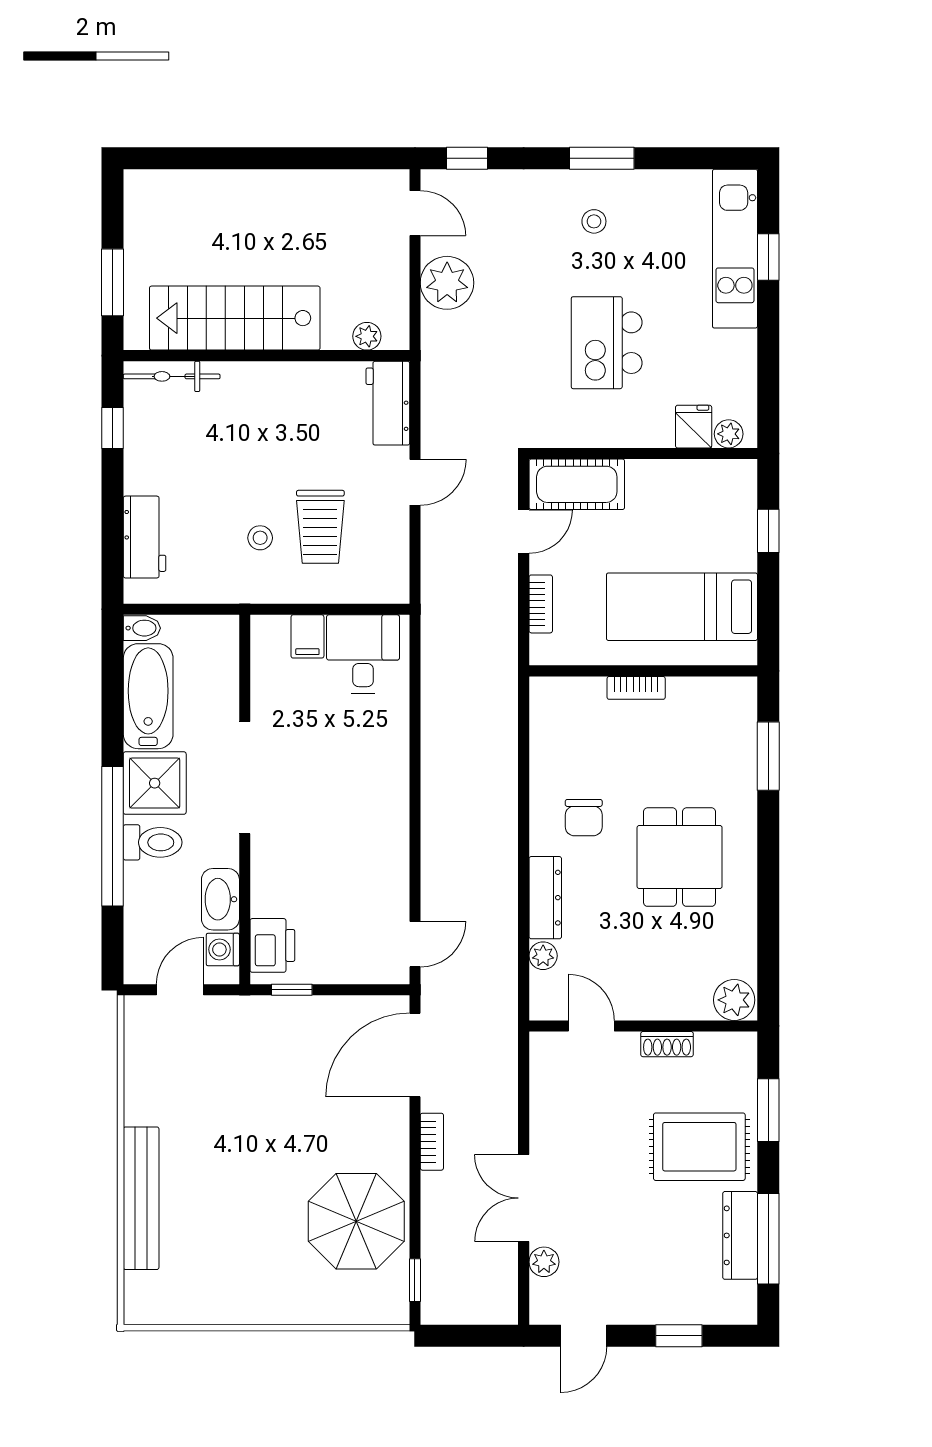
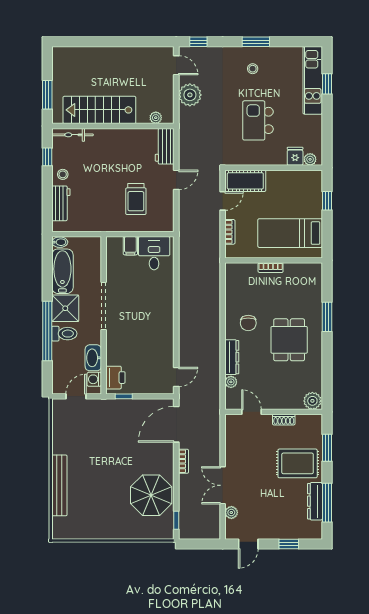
stool: (260, 538) -> (63, 174), moved
window: (768, 756) -> (327, 317), moved

